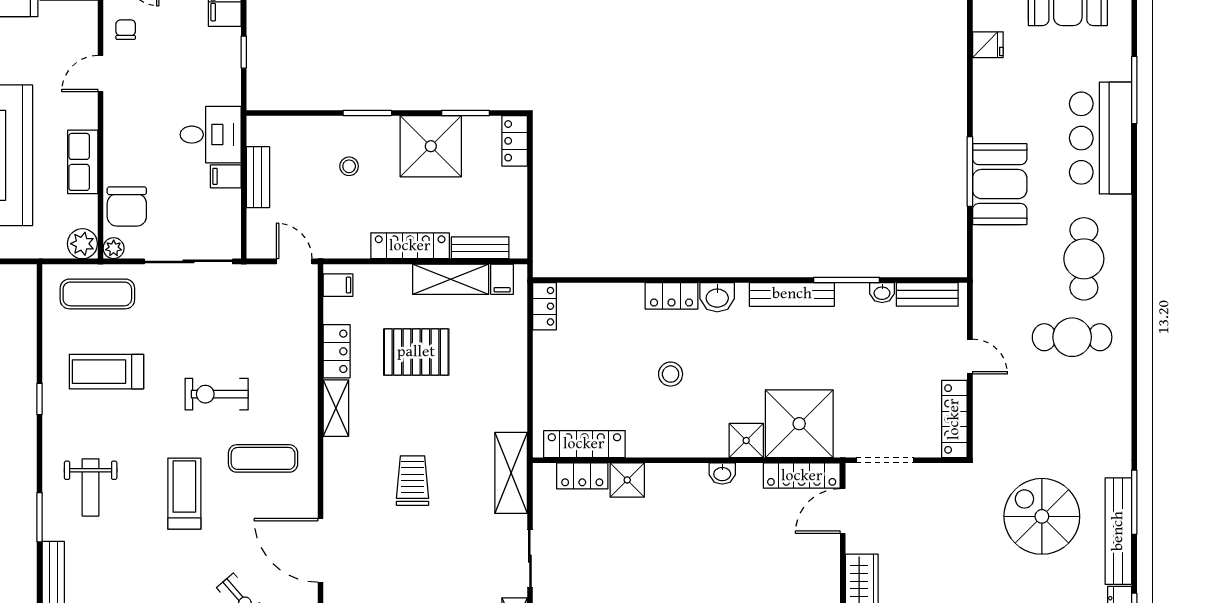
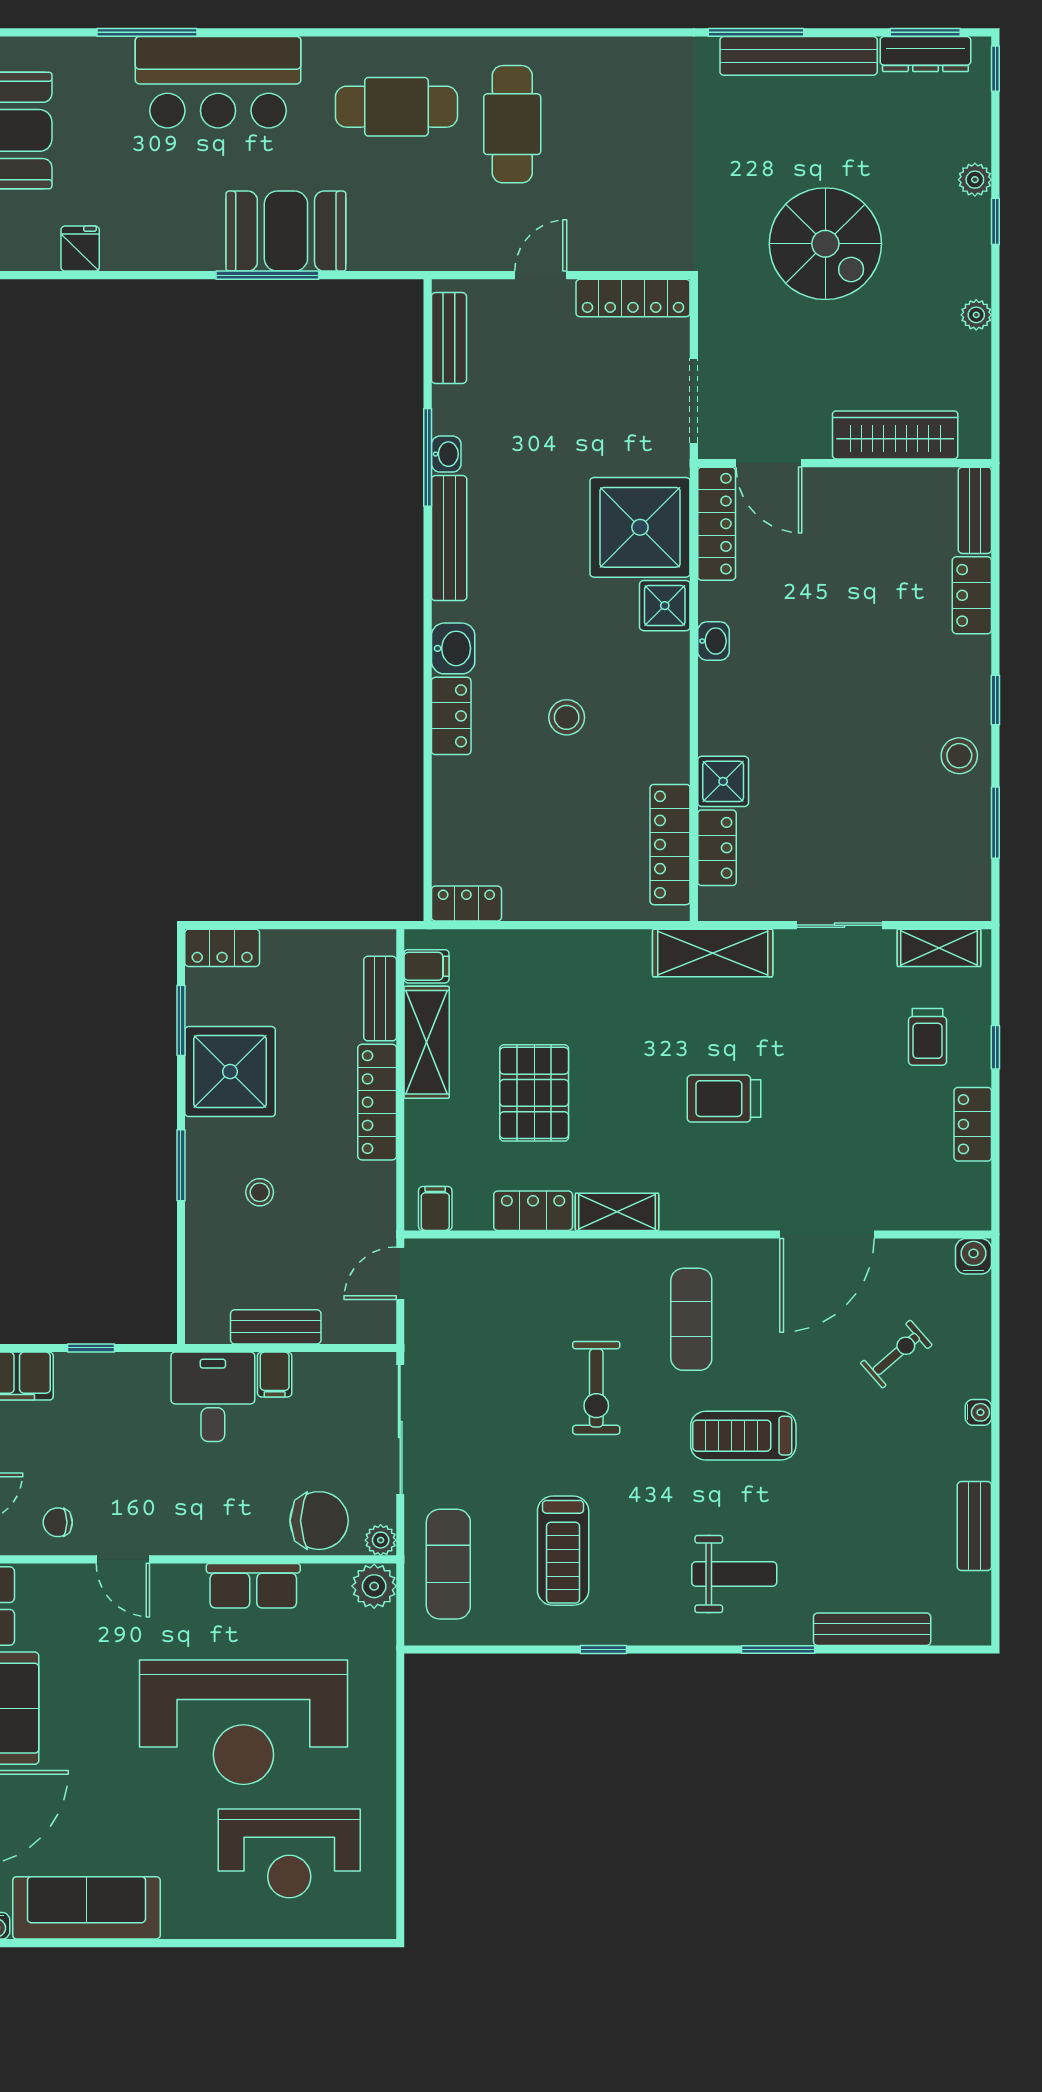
washbasin: (882, 293) -> (446, 454), moved
spiral stairs: (1042, 516) -> (825, 244), moved, turned -90

